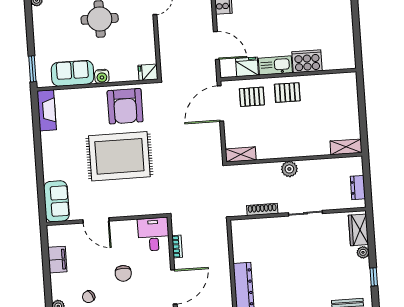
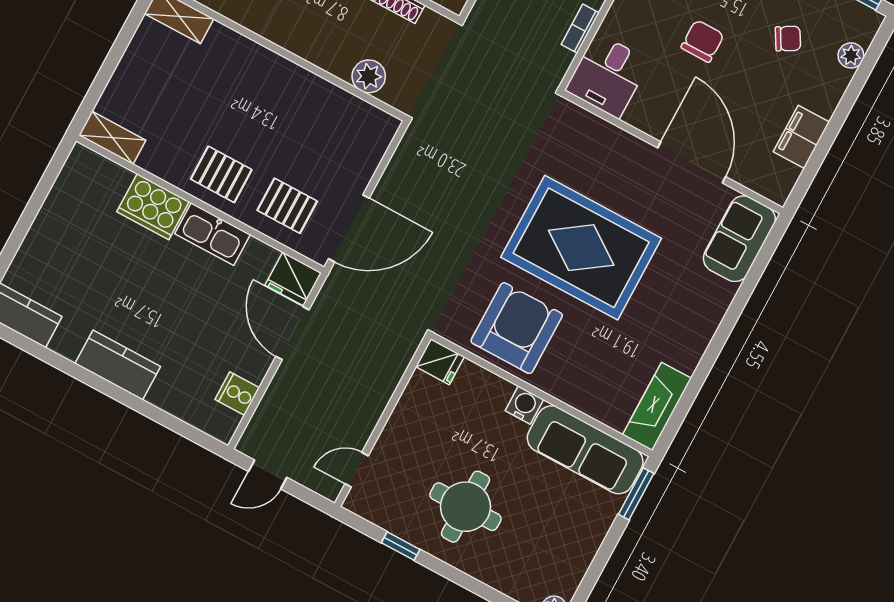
fridge: (247, 67) -> (293, 279), moved
sofa: (72, 73) -> (585, 450), width x1.36
shelving: (241, 155) -> (112, 138), moved
plant: (289, 169) -> (369, 76), moved
door: (96, 220) -> (692, 162), width x1.36

